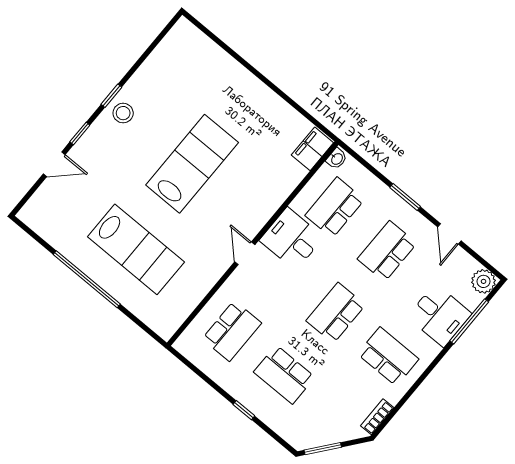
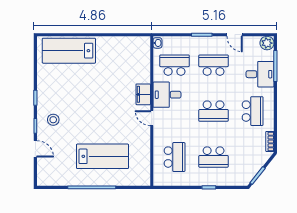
stool: (123, 113) -> (53, 120), moved
filing cabinet: (312, 149) -> (143, 94), moved
door: (54, 164) -> (35, 149), hinge flipped
lab bench: (192, 164) -> (69, 51), moved, turned -90
school desk: (335, 208) -> (175, 65), turned 90
school desk: (387, 251) -> (214, 65), turned 90
school desk: (336, 313) -> (214, 111), turned -90
school desk: (388, 357) -> (253, 111), turned 90

